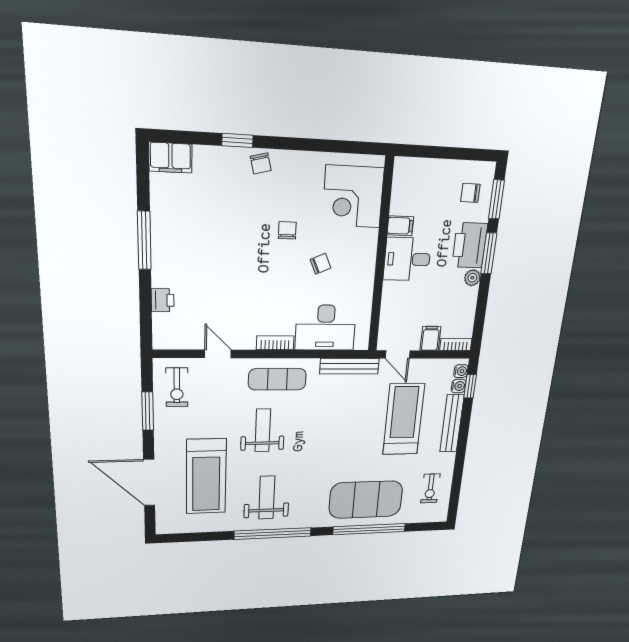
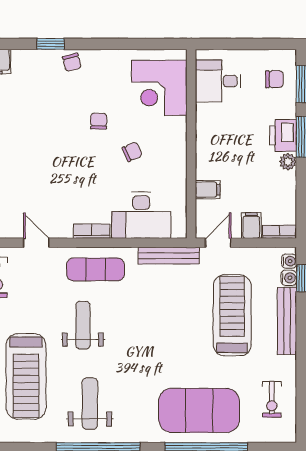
chair: (470, 193) -> (274, 79), turned 180
filing cabinet: (400, 226) -> (208, 190), moved
printer: (470, 245) -> (283, 135), width x0.73, depth x0.84
desk: (407, 259) -> (218, 81), moved
door: (398, 354) -> (218, 243), swing flipped

